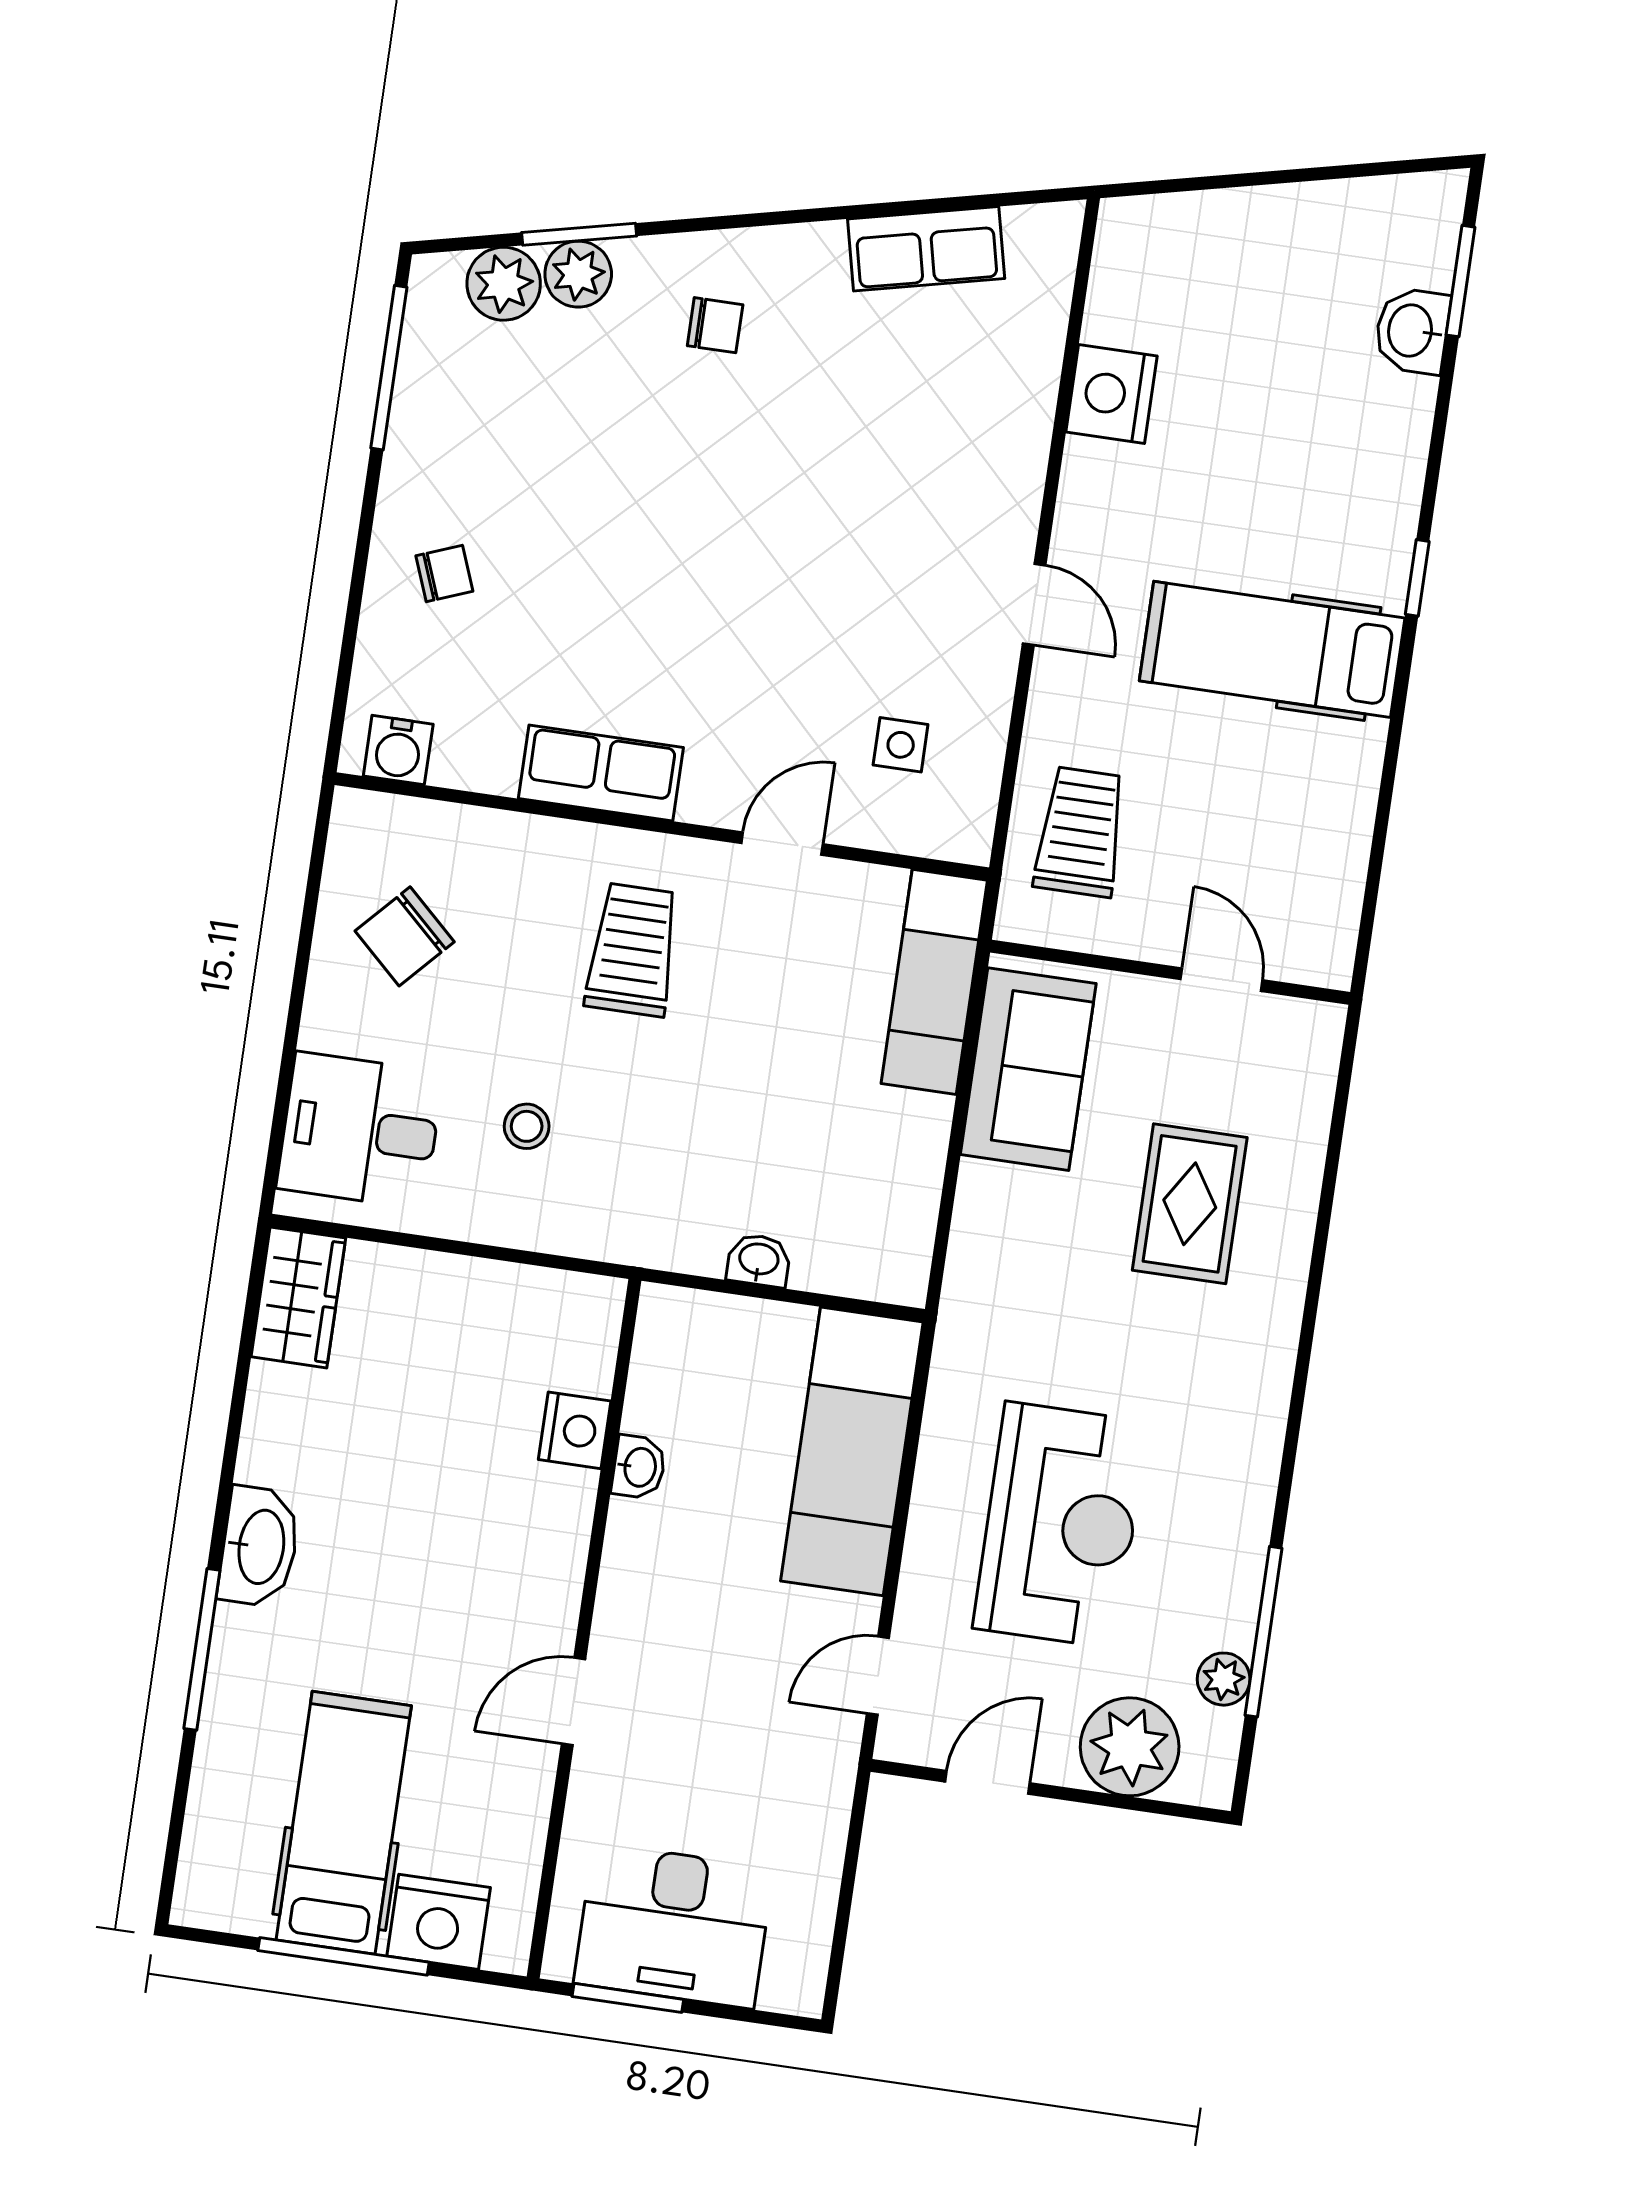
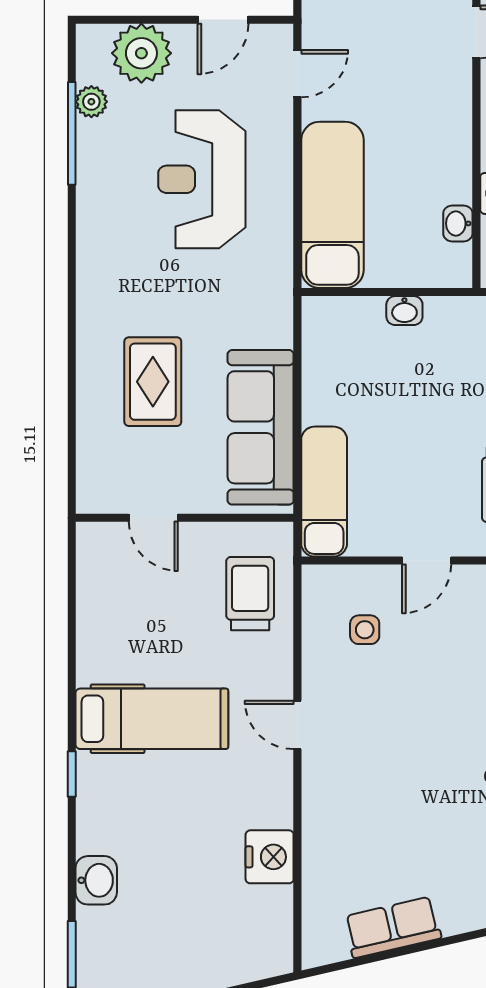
washbasin: (1412, 331) -> (96, 880), moved
trolley: (1080, 832) -> (250, 594), turned 180
sofa: (1028, 1069) -> (261, 427), width x1.36
washbasin: (639, 1467) -> (458, 223), moved

